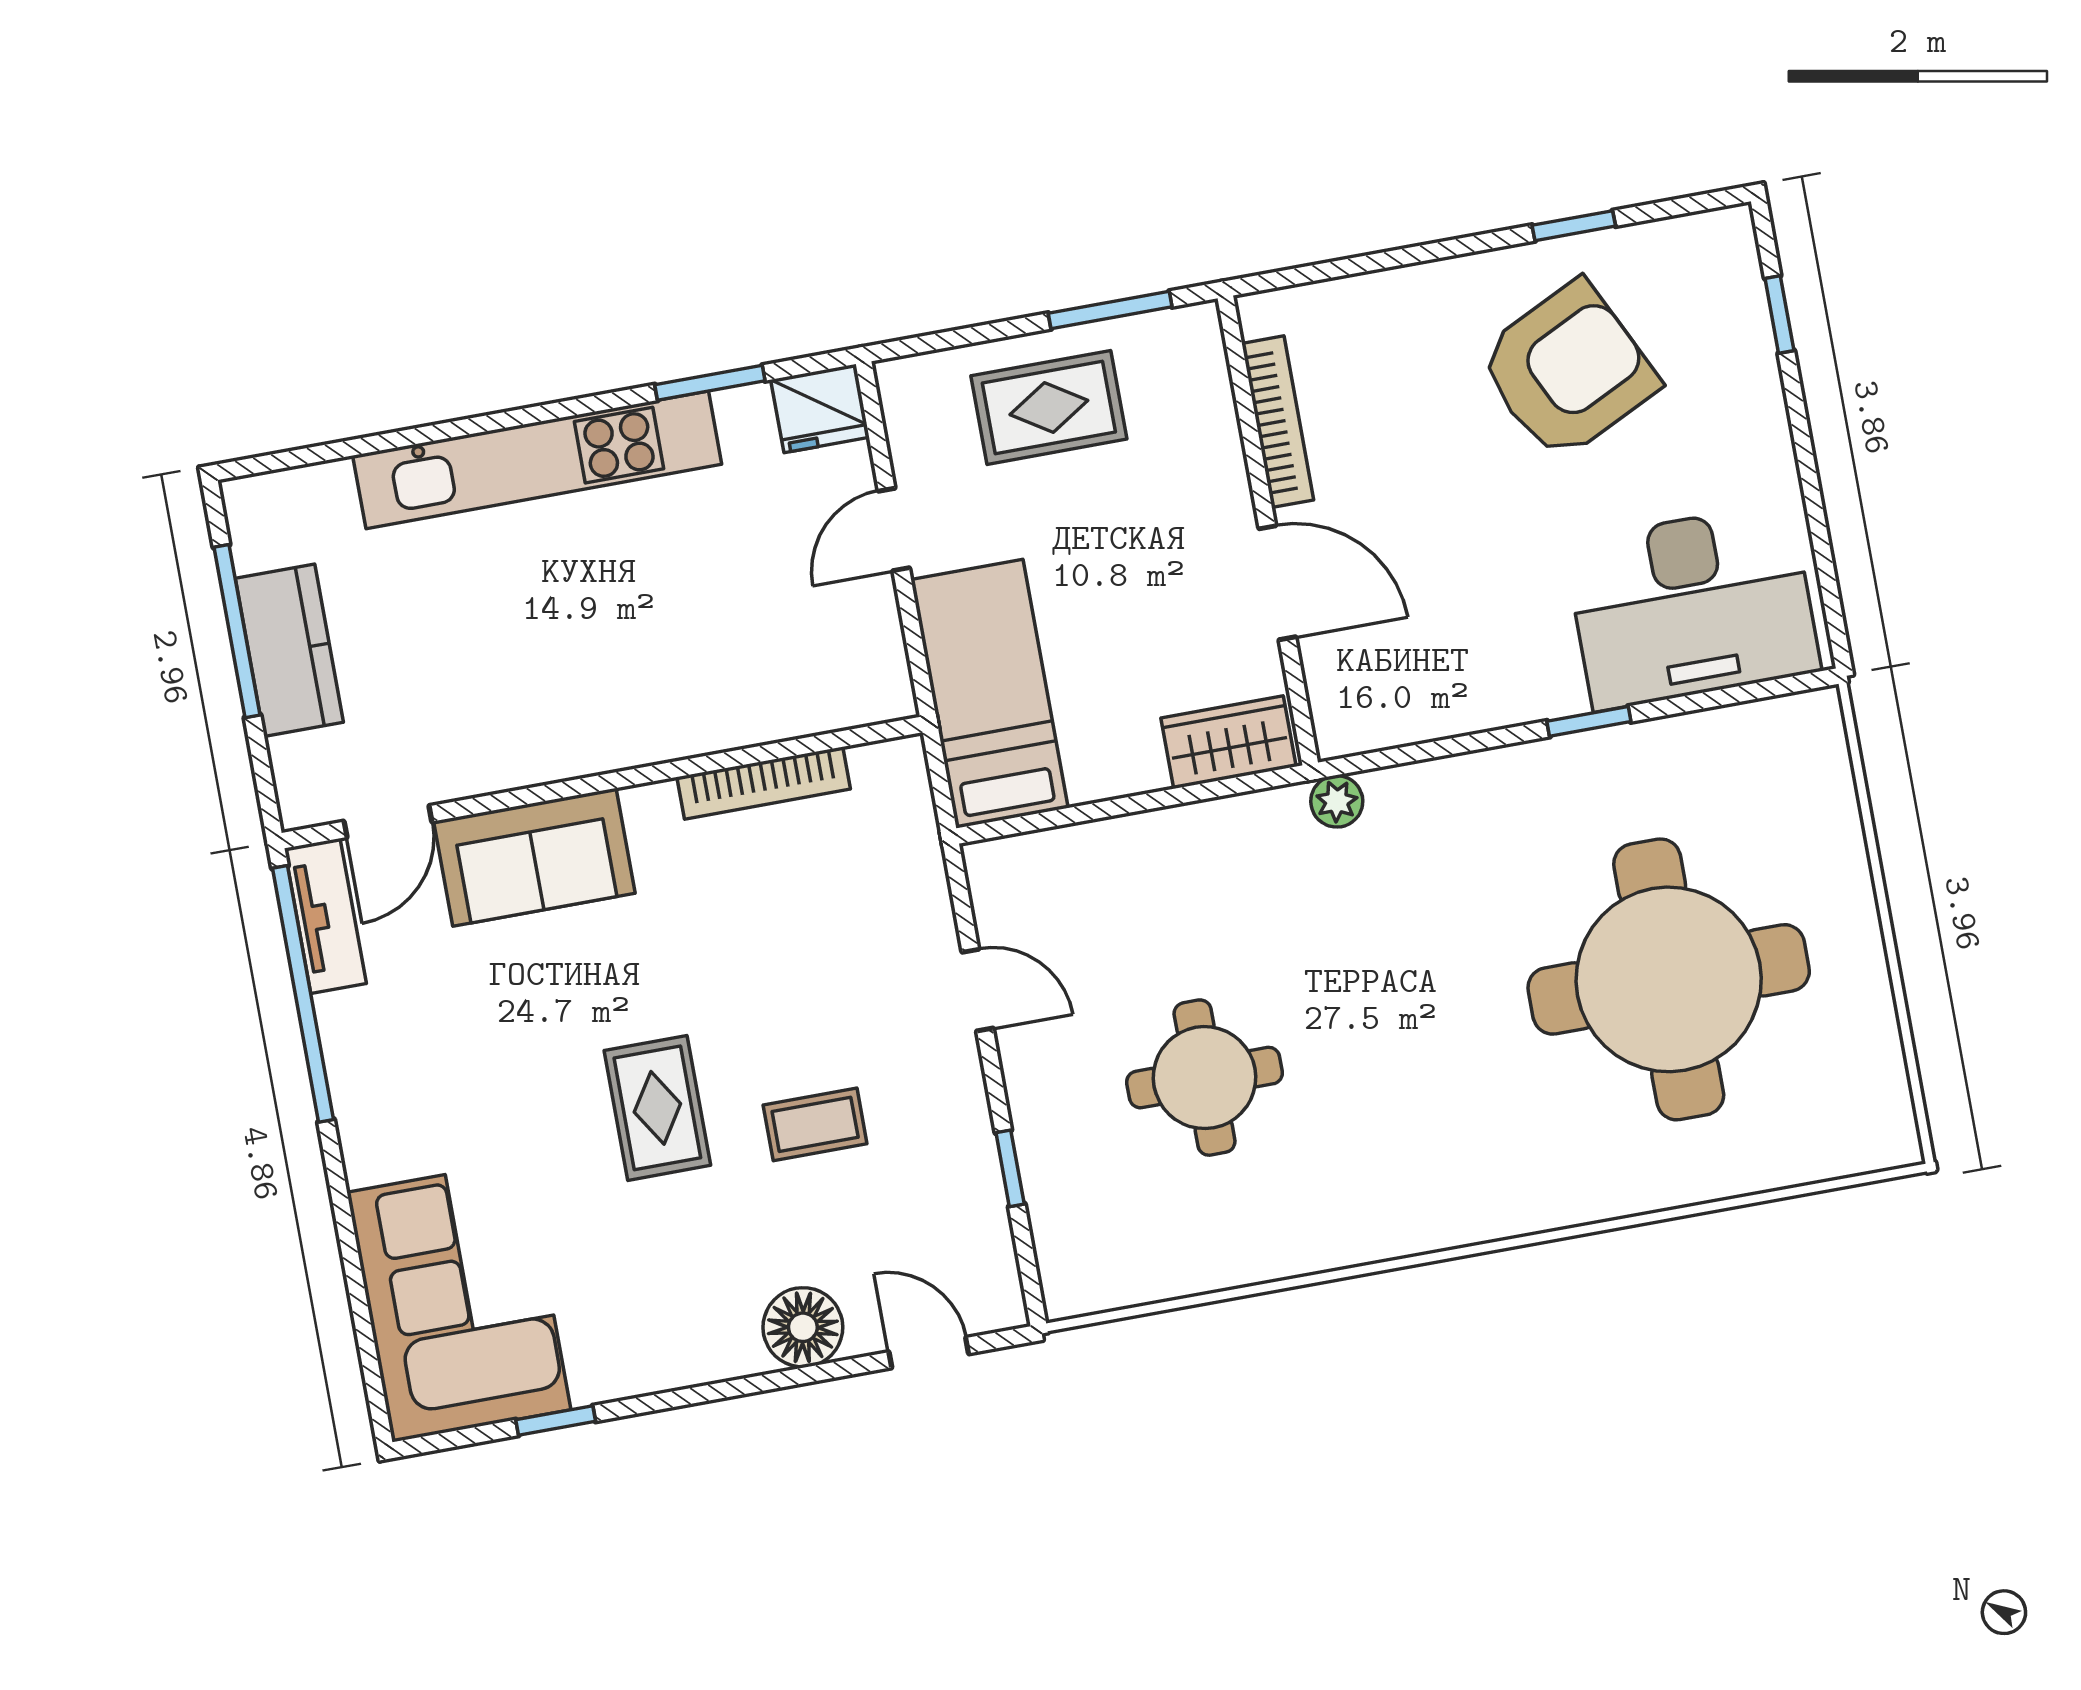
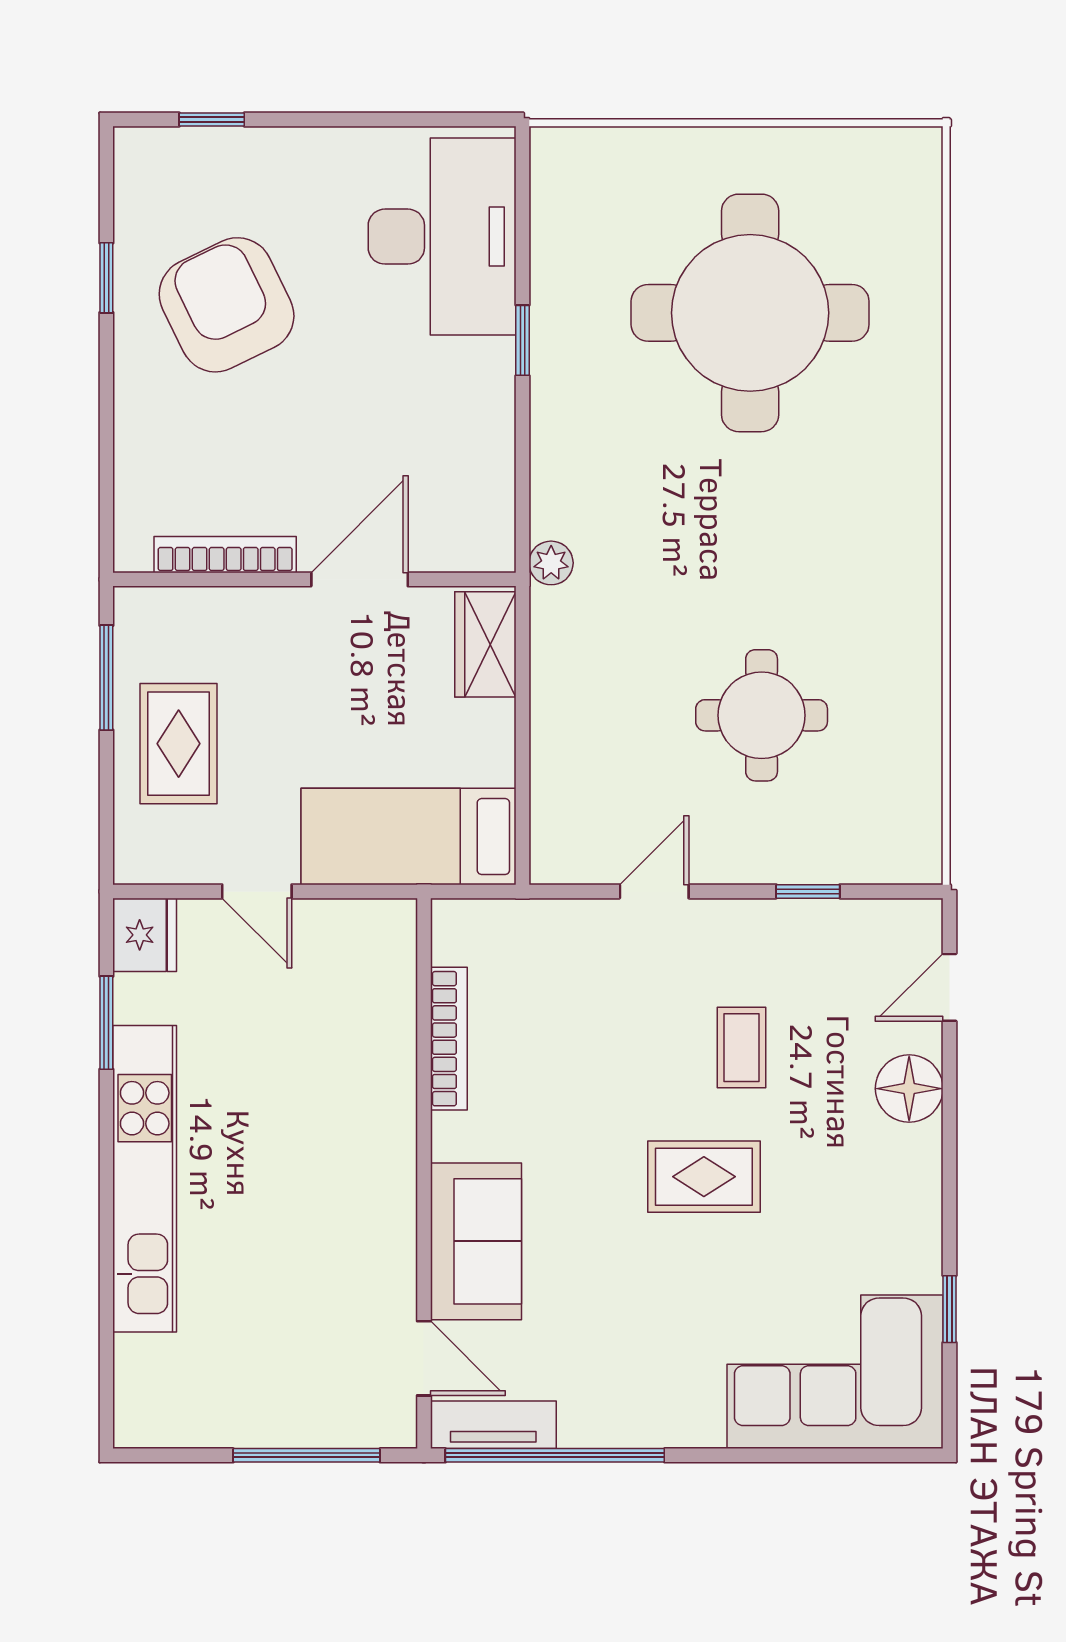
window: (237, 631) -> (307, 1455), moved
kitchen counter: (289, 650) -> (266, 1415), removed

